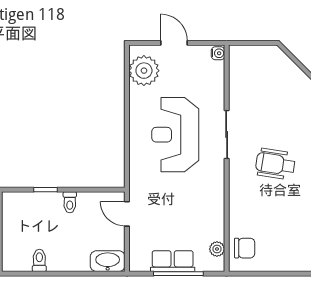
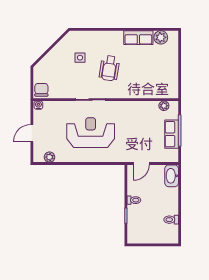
plant: (144, 71) -> (50, 157), width x0.53, depth x0.53
side table: (292, 118) -> (80, 58), added
reception desk: (175, 135) -> (91, 133), turned 180
chair: (245, 248) -> (41, 90), moved

